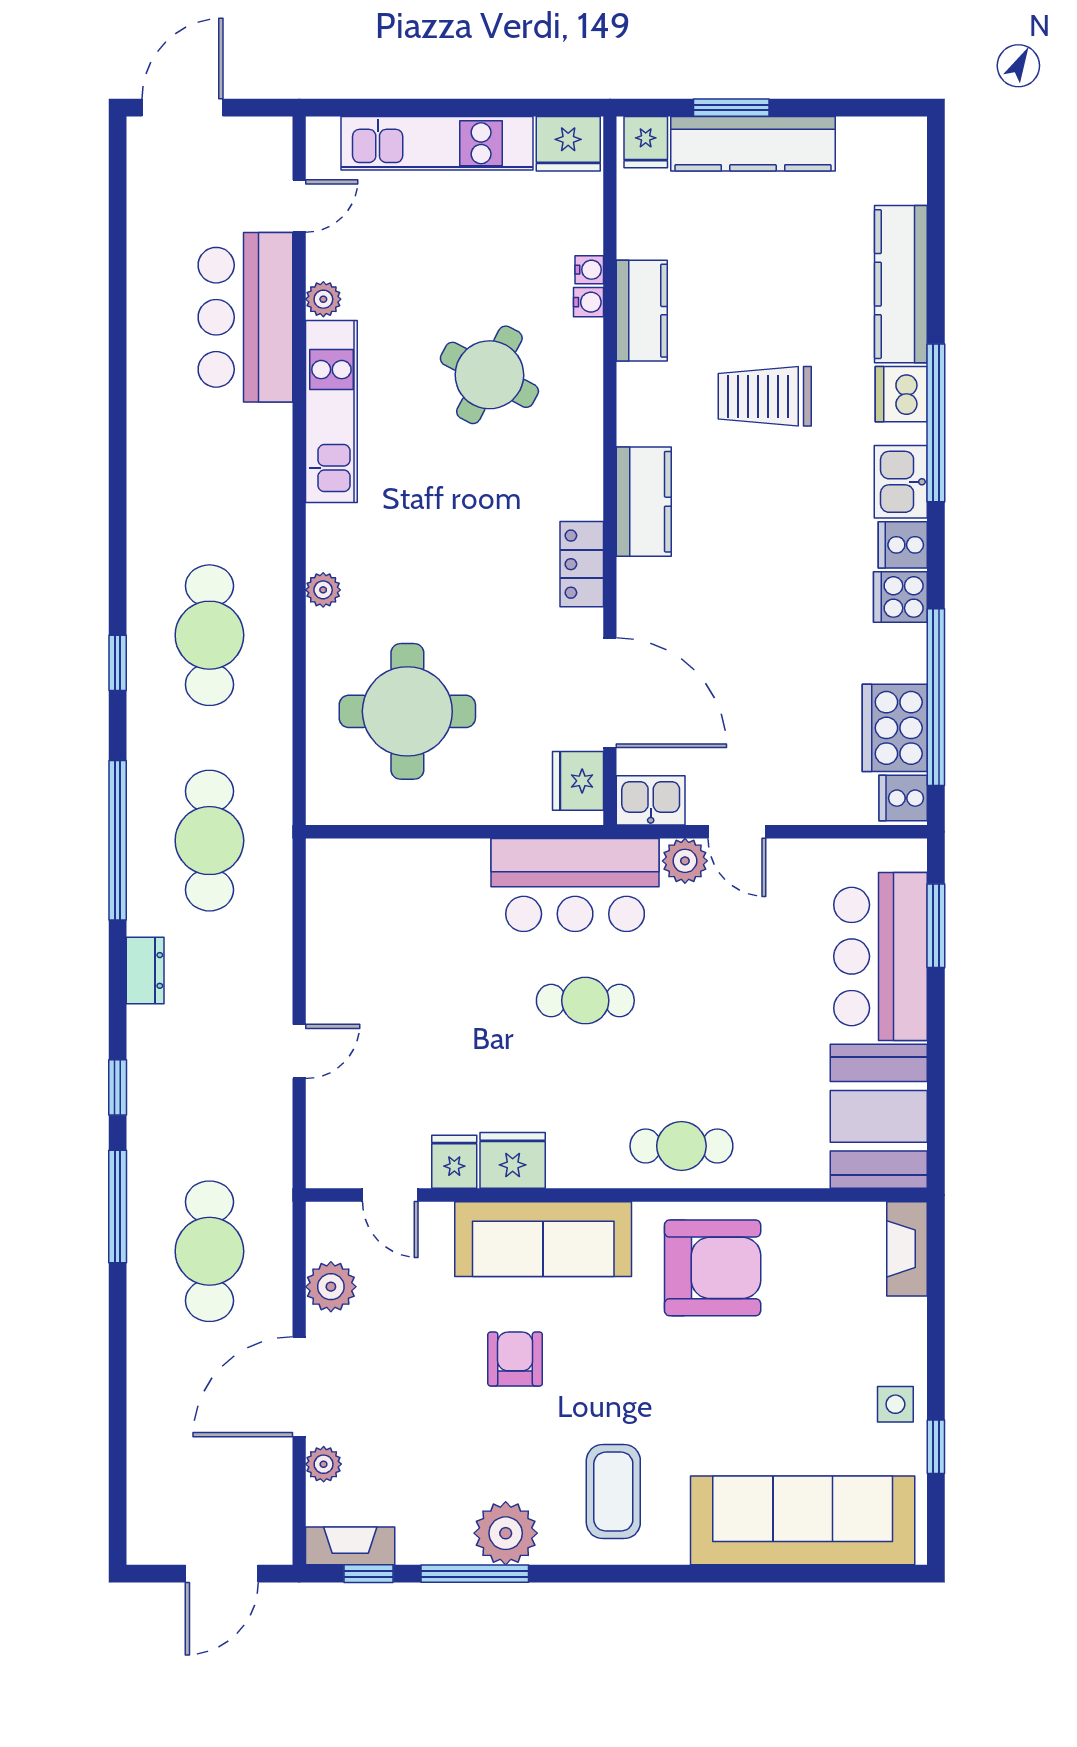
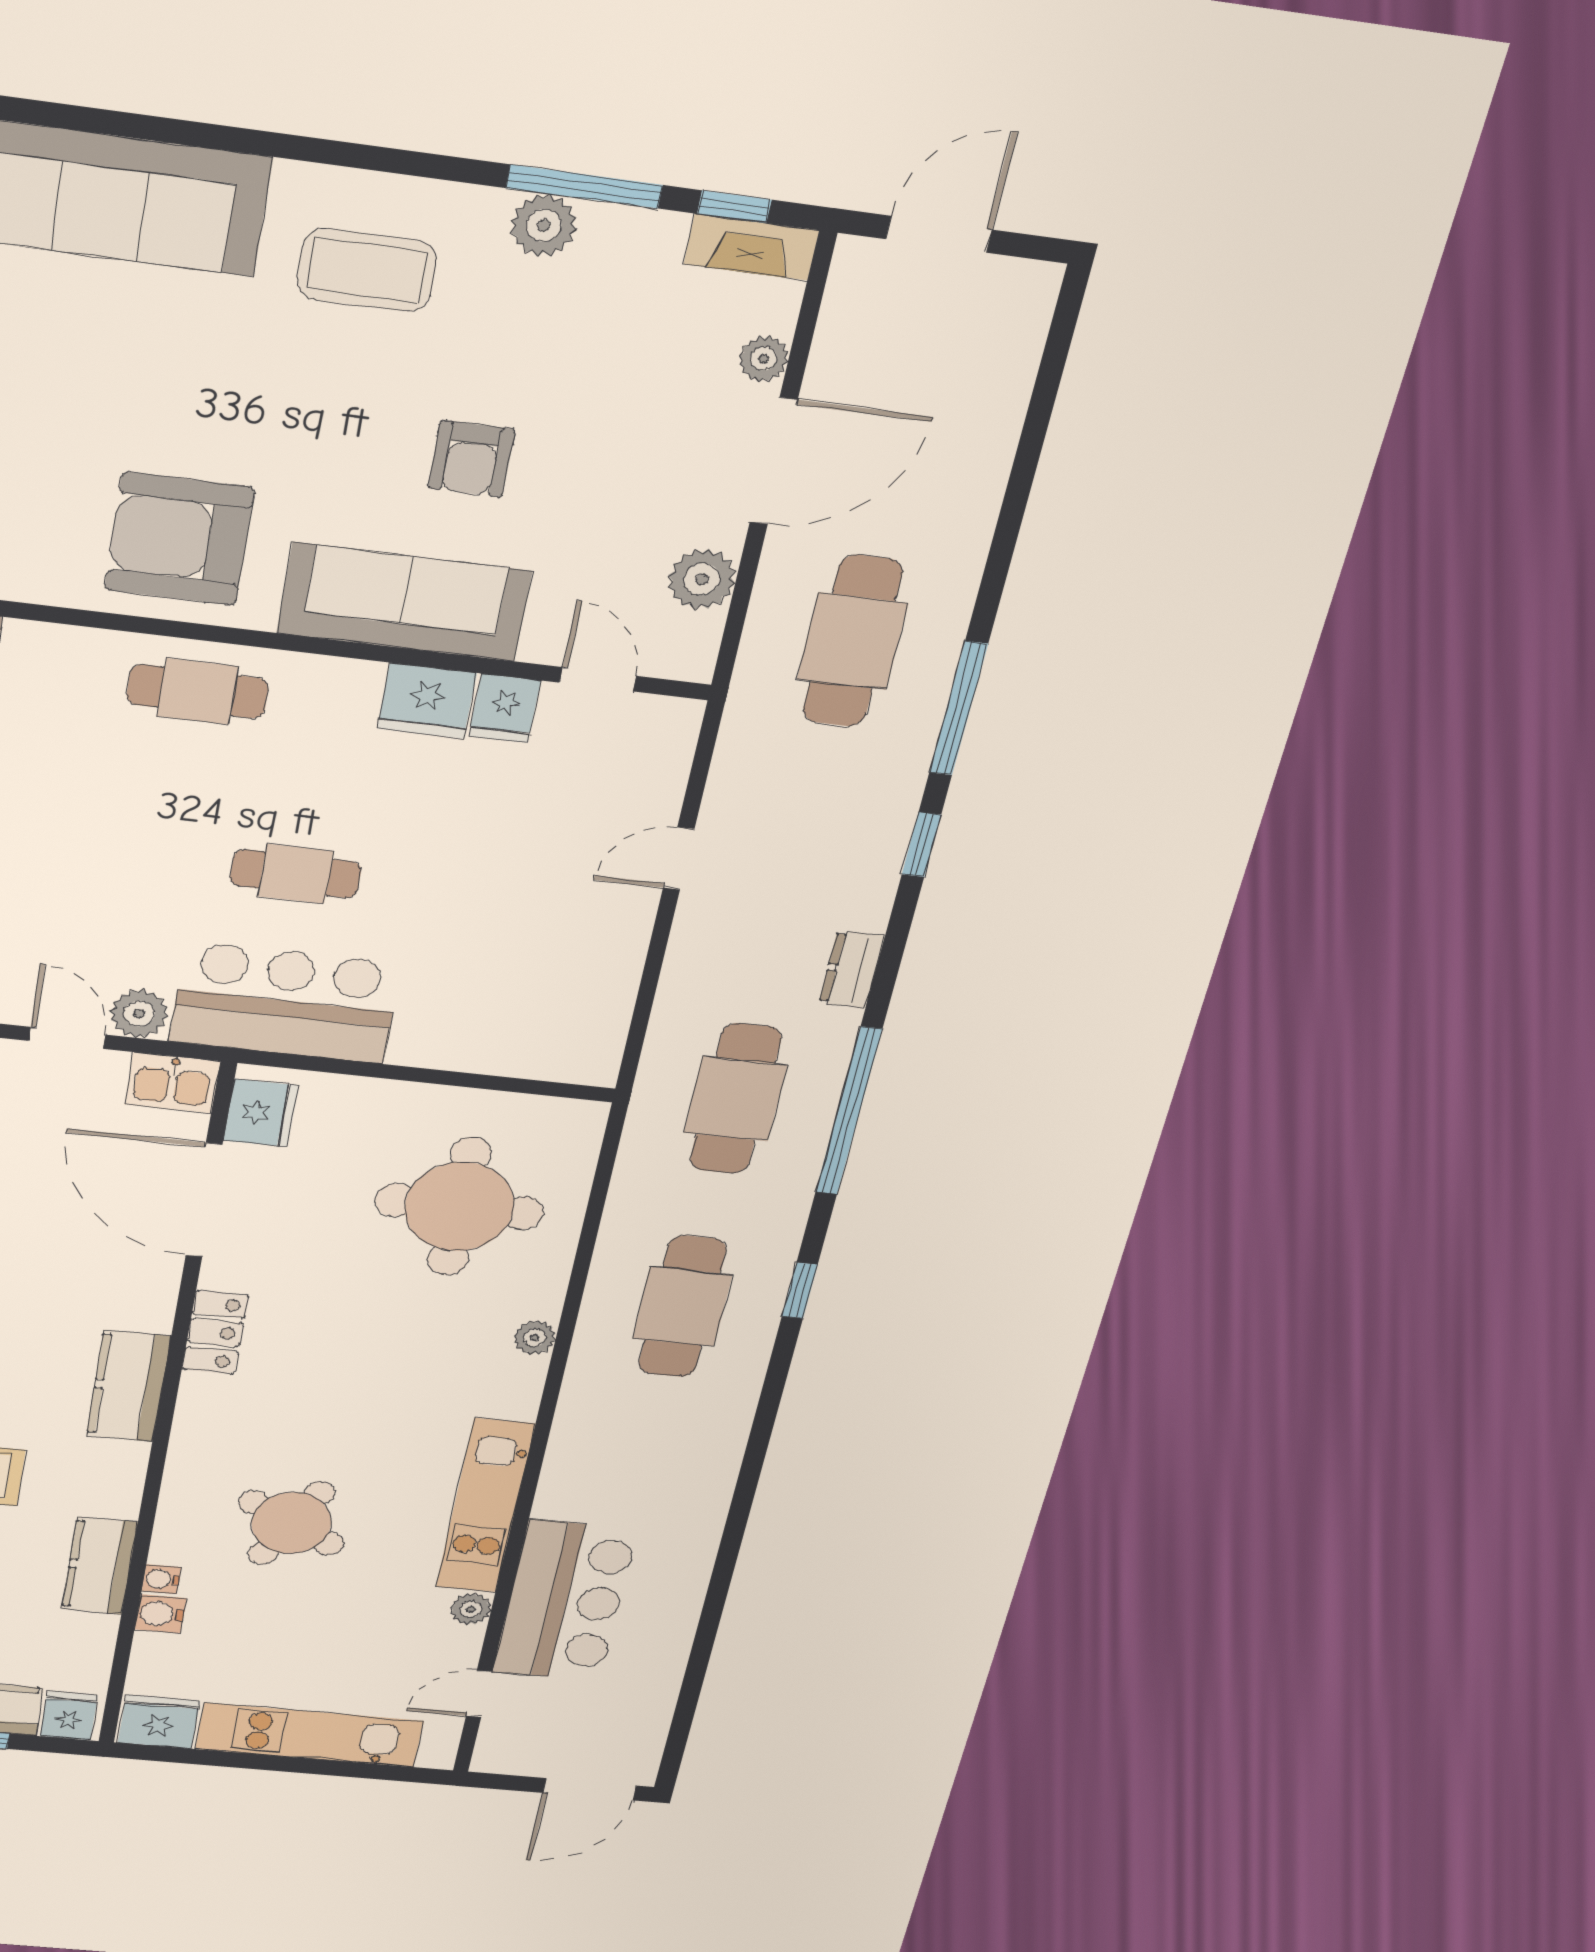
water cooler: (589, 270) -> (160, 1614), width x1.38, depth x1.38
coffee table: (613, 1492) -> (367, 270), turned 90
plant: (506, 1533) -> (544, 225), width x0.73, depth x0.73

